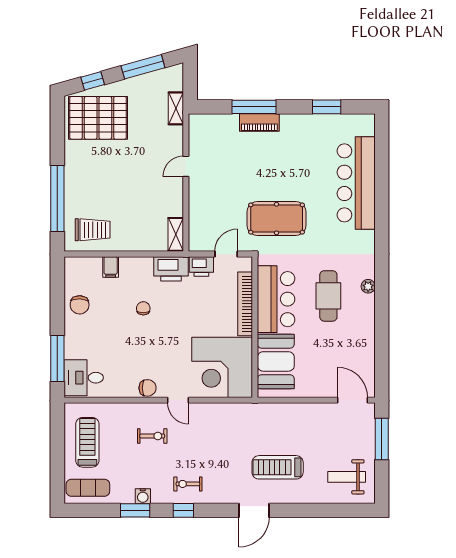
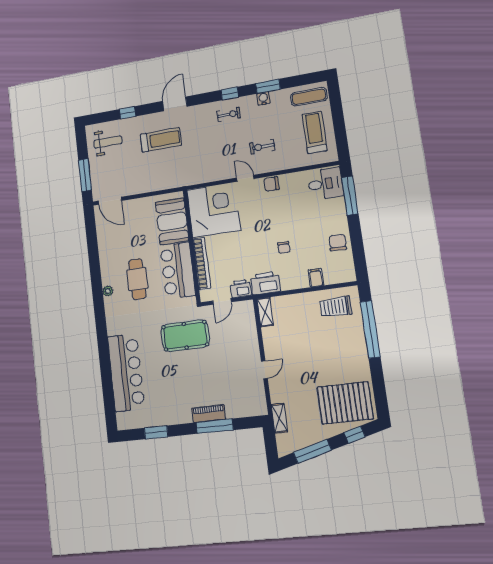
treadmill: (87, 442) -> (315, 132), turned 180
window: (316, 510) -> (128, 113), added

